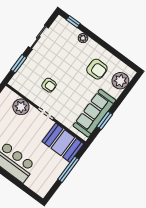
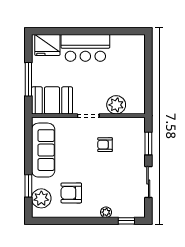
window: (105, 121) -> (28, 186), moved
fridge: (38, 183) -> (47, 45), added

